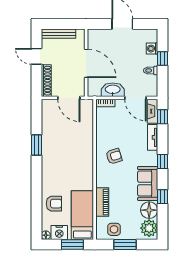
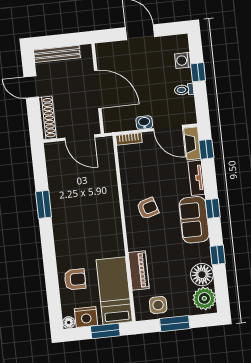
washbasin: (113, 90) -> (144, 123), width x0.52, depth x0.69
sofa: (148, 183) -> (194, 220), moved

